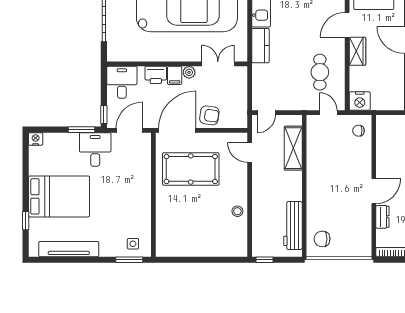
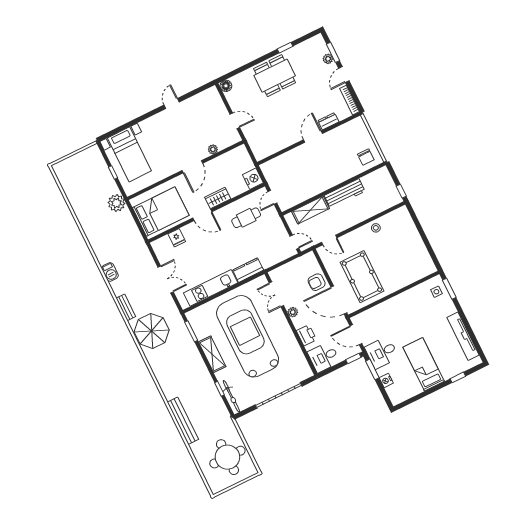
filing cabinet: (175, 75) -> (300, 321), removed
armchair: (209, 115) -> (317, 282), turned -98
chair: (359, 131) -> (275, 169), removed
nightstand: (36, 139) -> (386, 380), moved
door: (250, 152) -> (329, 240), hinge flipped
door: (374, 191) -> (313, 137), hinge flipped
bed: (59, 196) -> (424, 364), width x0.67
workbench: (293, 226) -> (345, 193), moved

